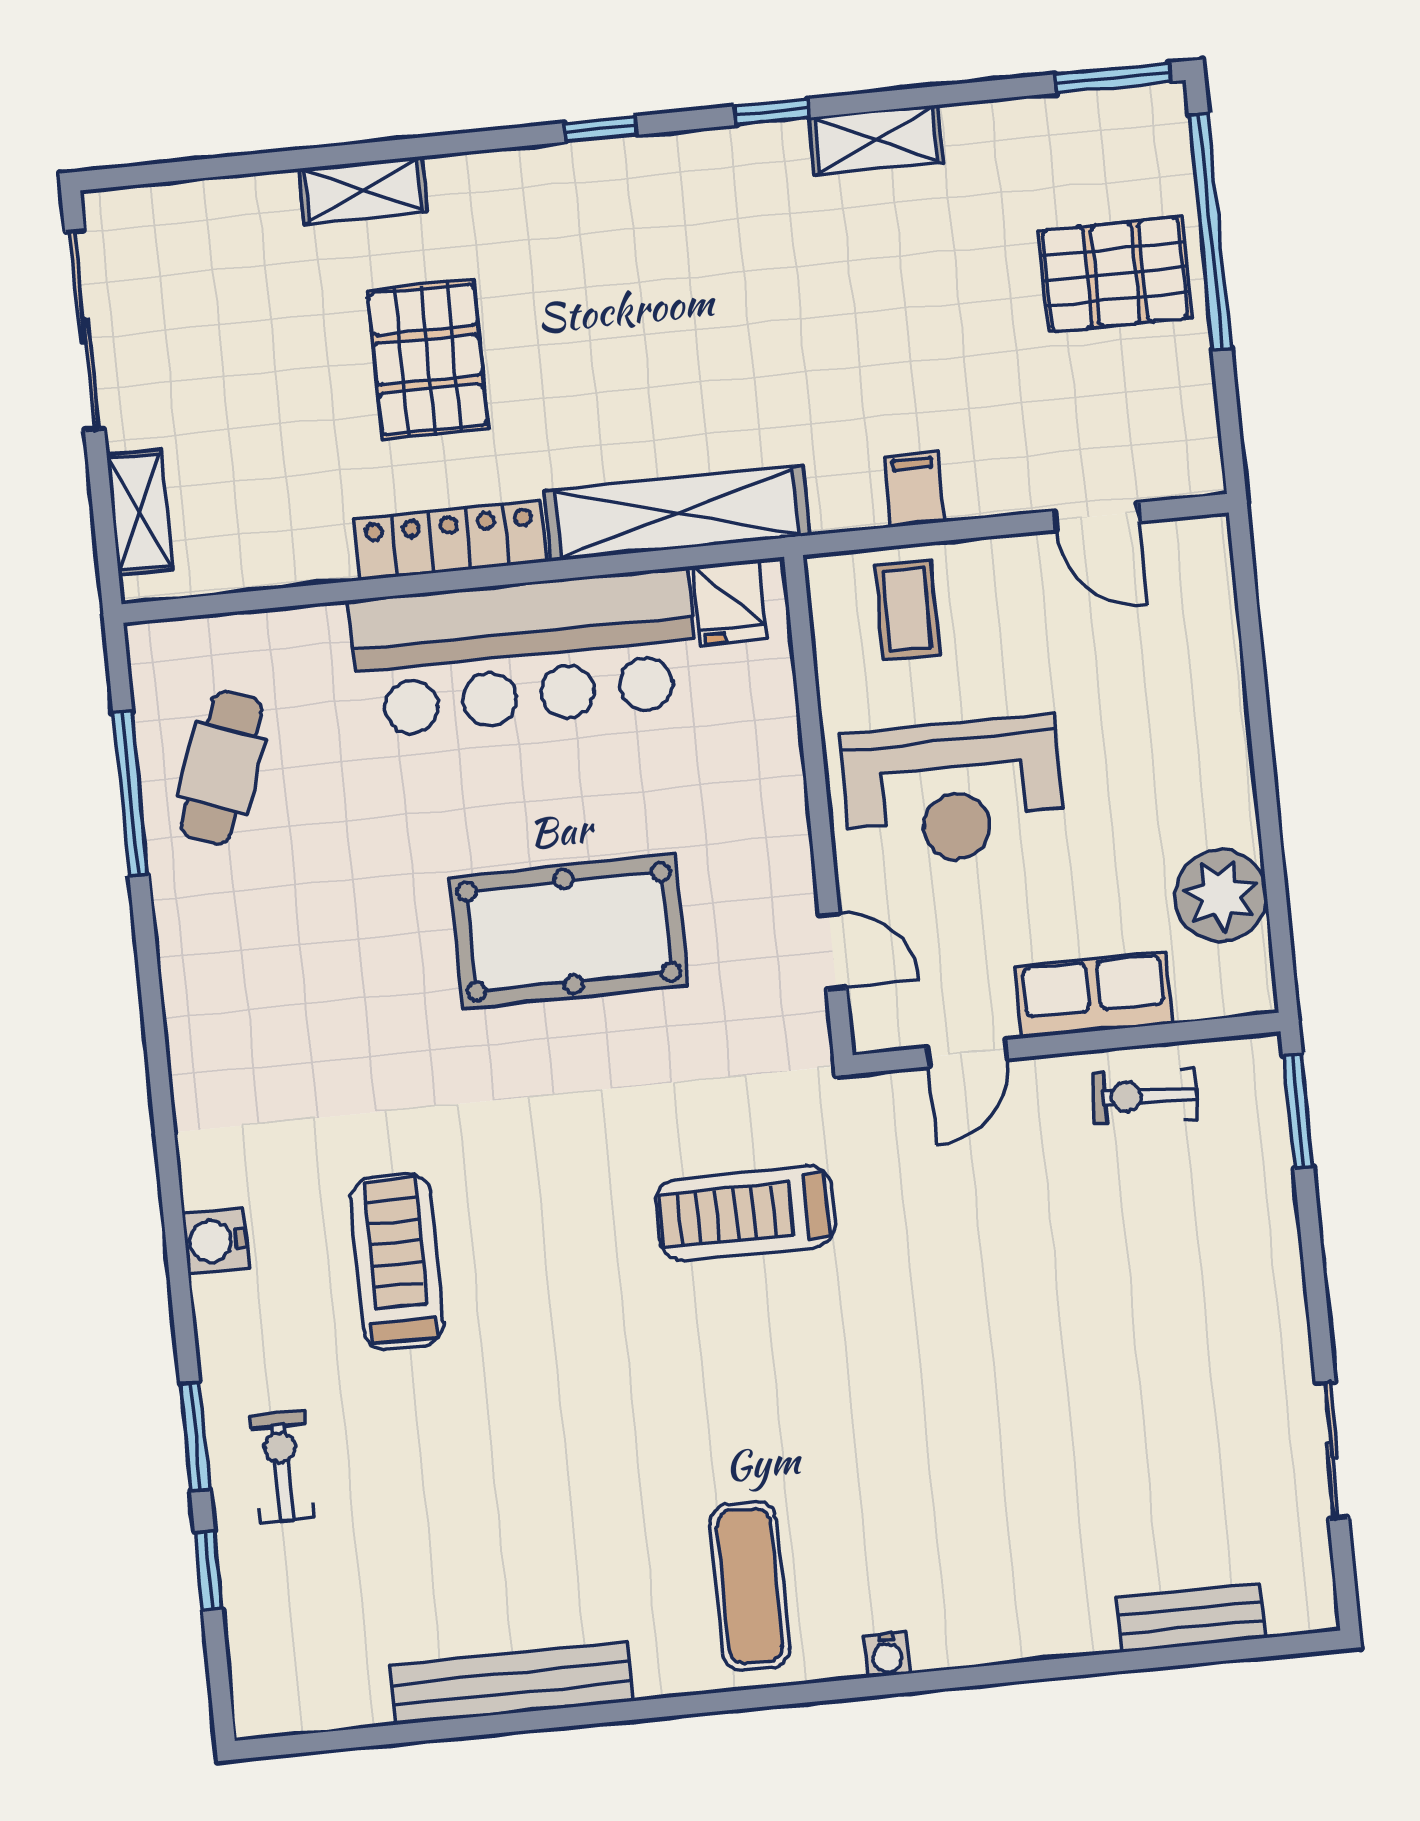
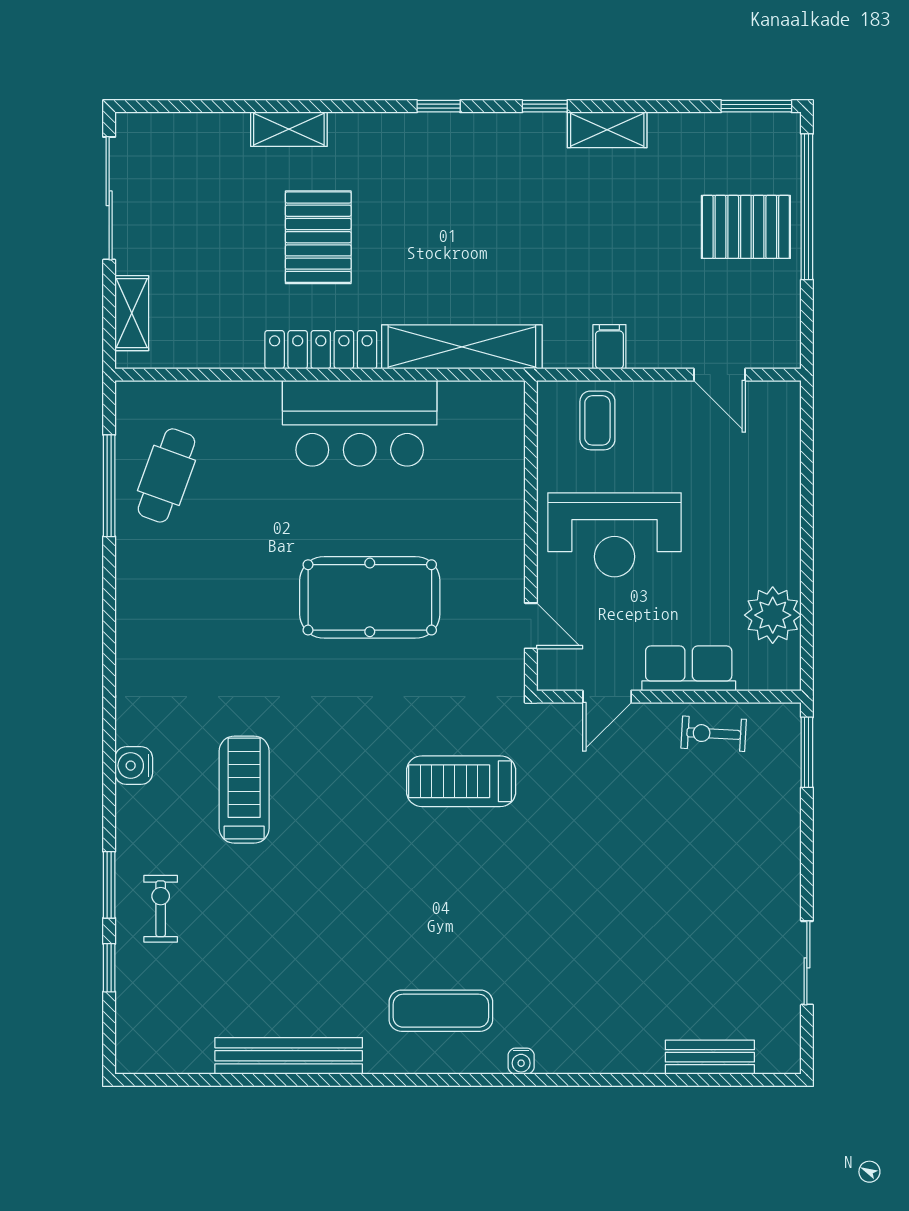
fridge: (729, 602) -> (489, 405), removed
bar counter: (524, 653) -> (360, 423), width x0.73
exercise mat: (750, 1586) -> (441, 1011), turned 90

